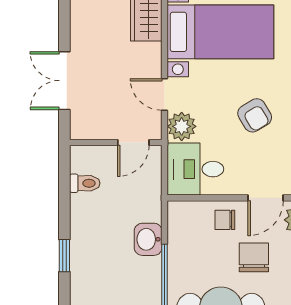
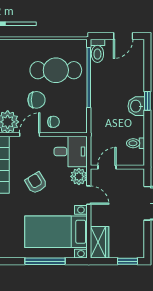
washbasin: (148, 239) -> (136, 106), moved, turned 180
chair: (254, 257) -> (37, 100), turned -90

